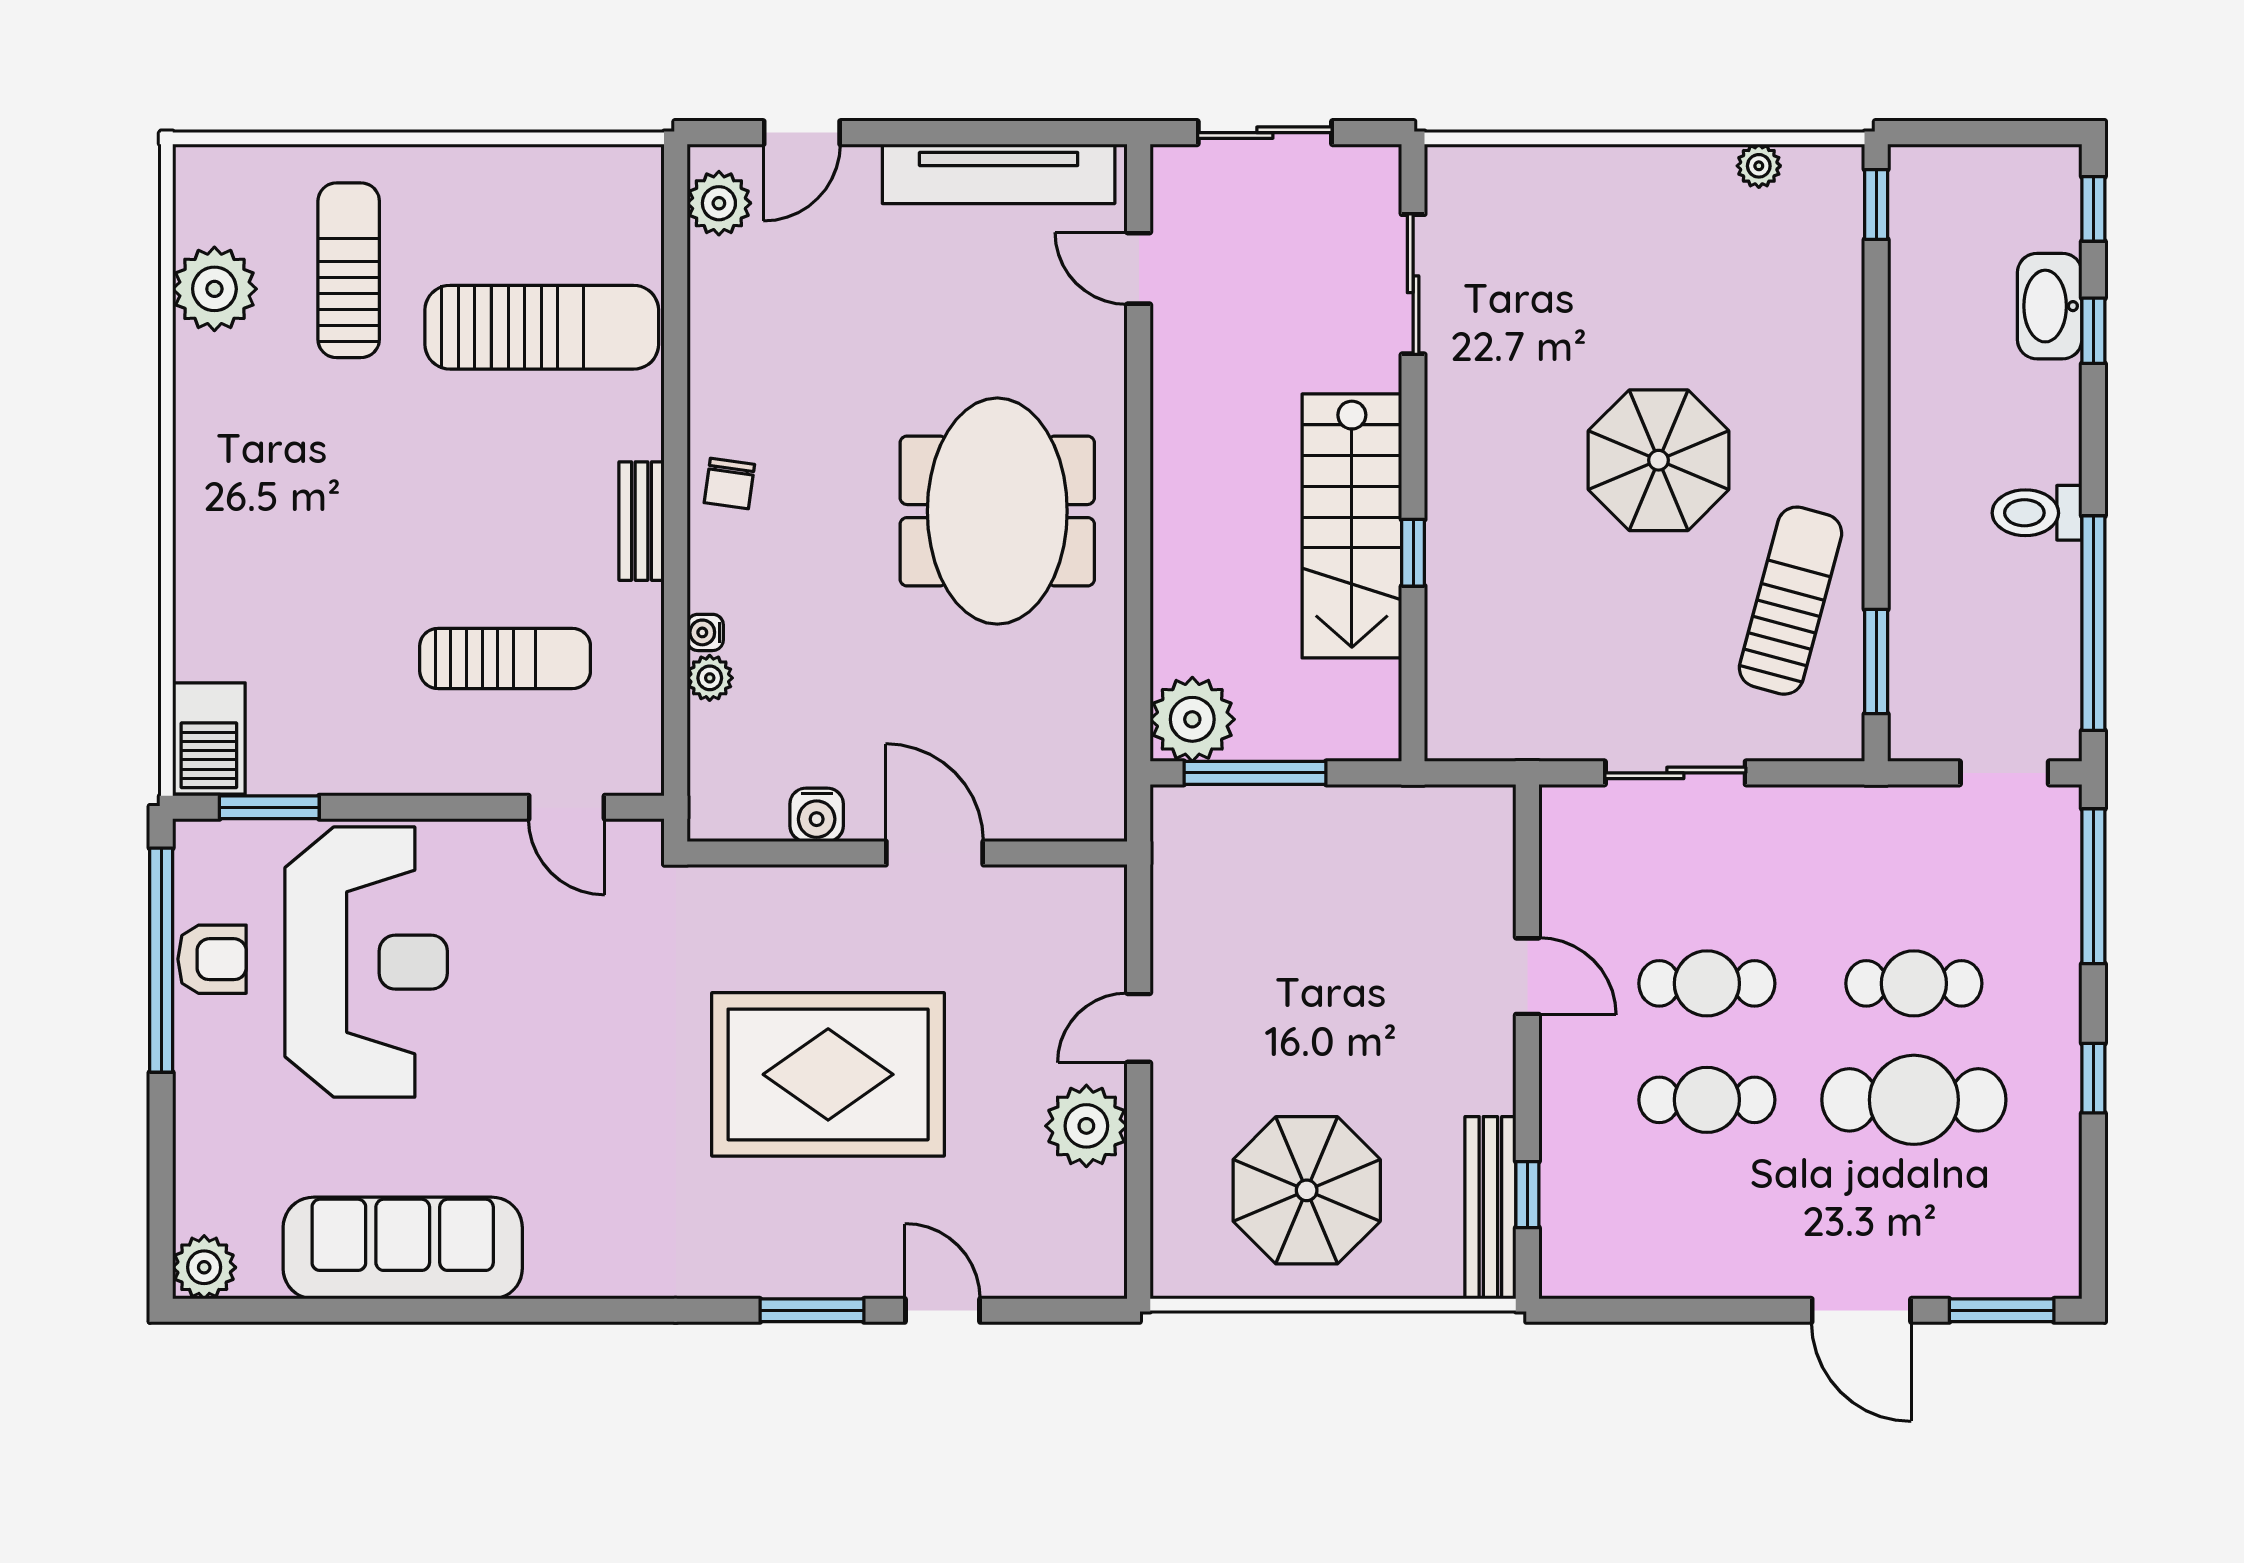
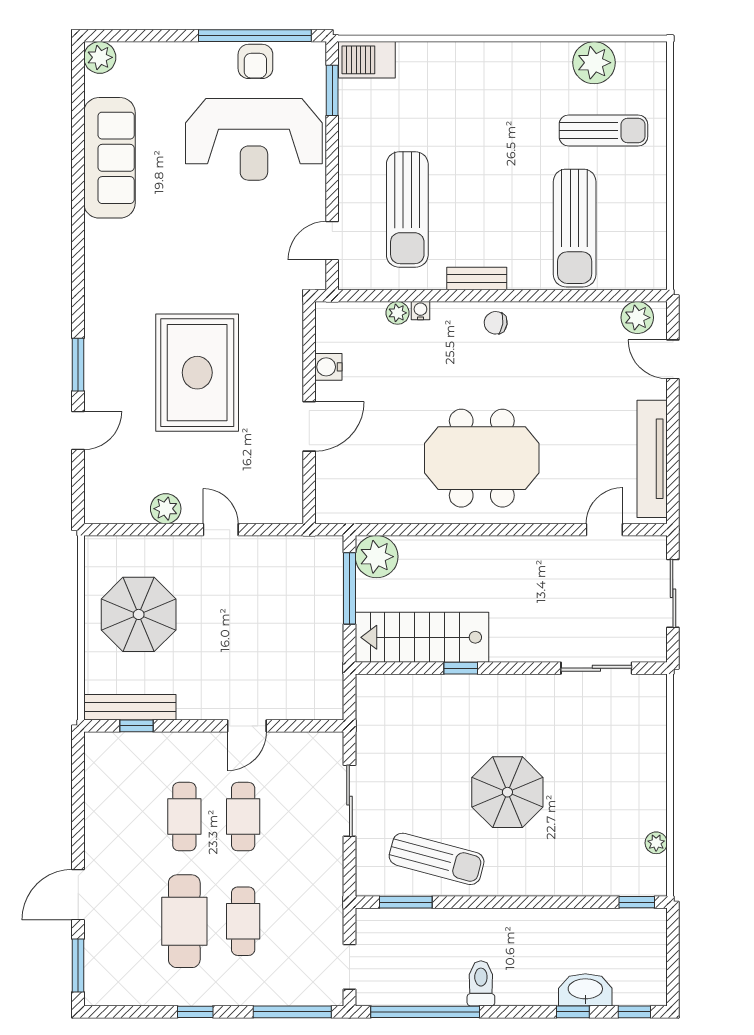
stairs: (1352, 526) -> (422, 637), moved
sun lounger: (505, 658) -> (407, 210), width x1.36, depth x1.34
plant: (1086, 1126) -> (166, 509), width x0.73, depth x0.73

